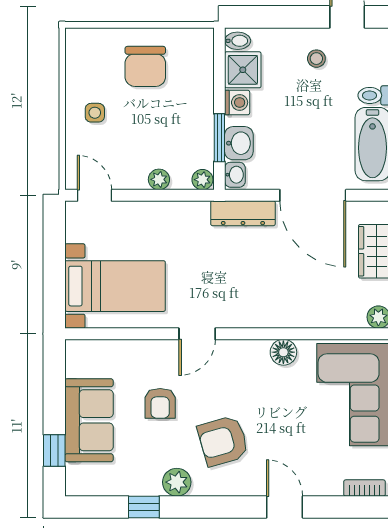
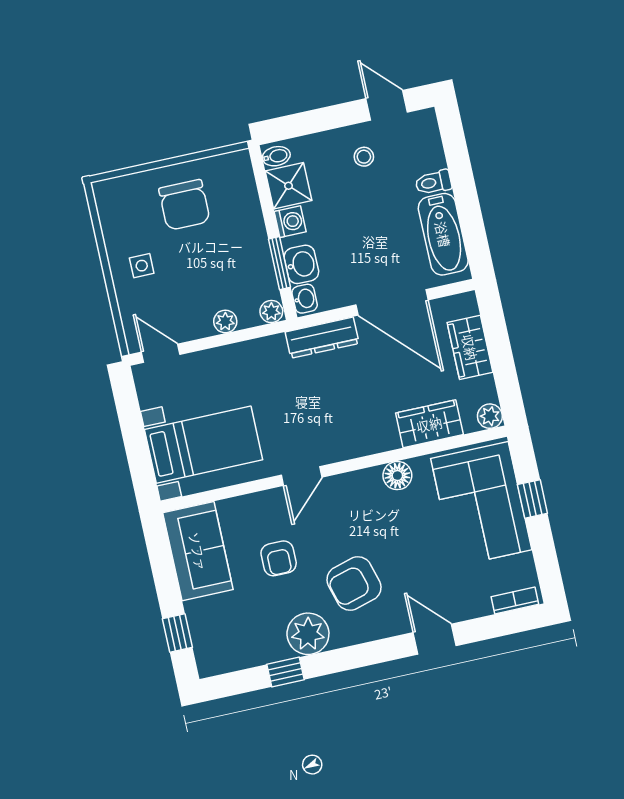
wardrobe: (323, 312) -> (429, 424), added
sofa: (89, 420) -> (198, 551), moved
plant: (177, 482) -> (308, 634), width x1.36, depth x1.36

